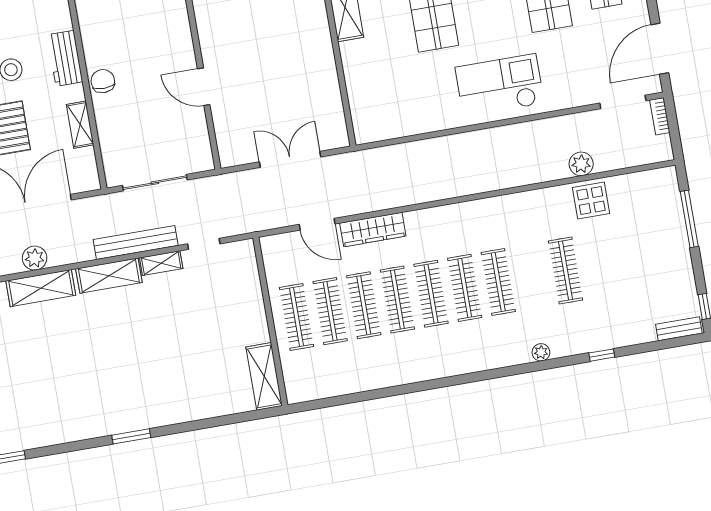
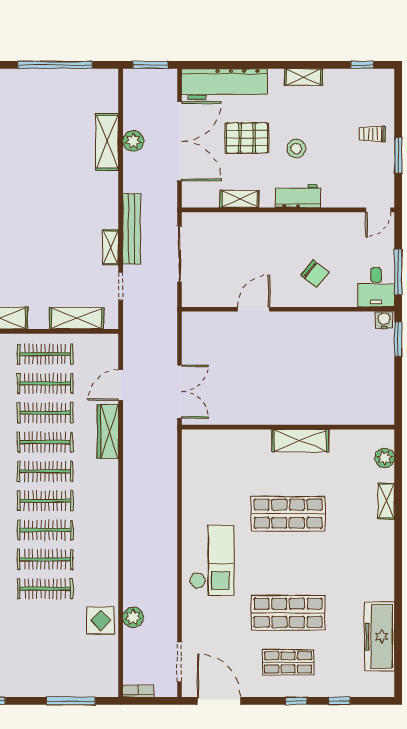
chair: (103, 81) -> (315, 274), moved, turned 39
bookcase: (660, 116) -> (138, 691), moved
double door: (290, 159) -> (180, 392), moved
shelving: (109, 276) -> (77, 318), moved, turned 90
clothes rail: (532, 276) -> (45, 559), added

